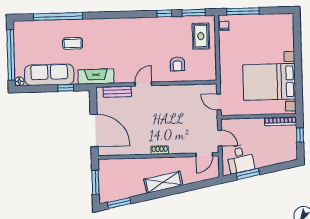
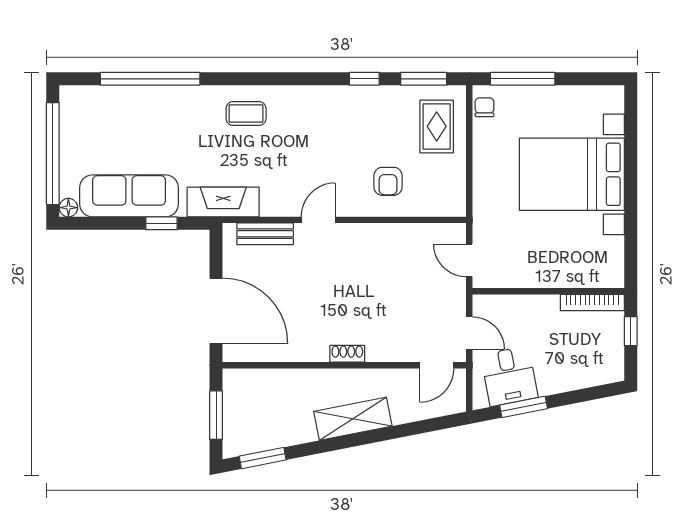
coffee table: (73, 43) -> (246, 114), moved
bed with nightstands: (269, 82) -> (572, 174), moved

